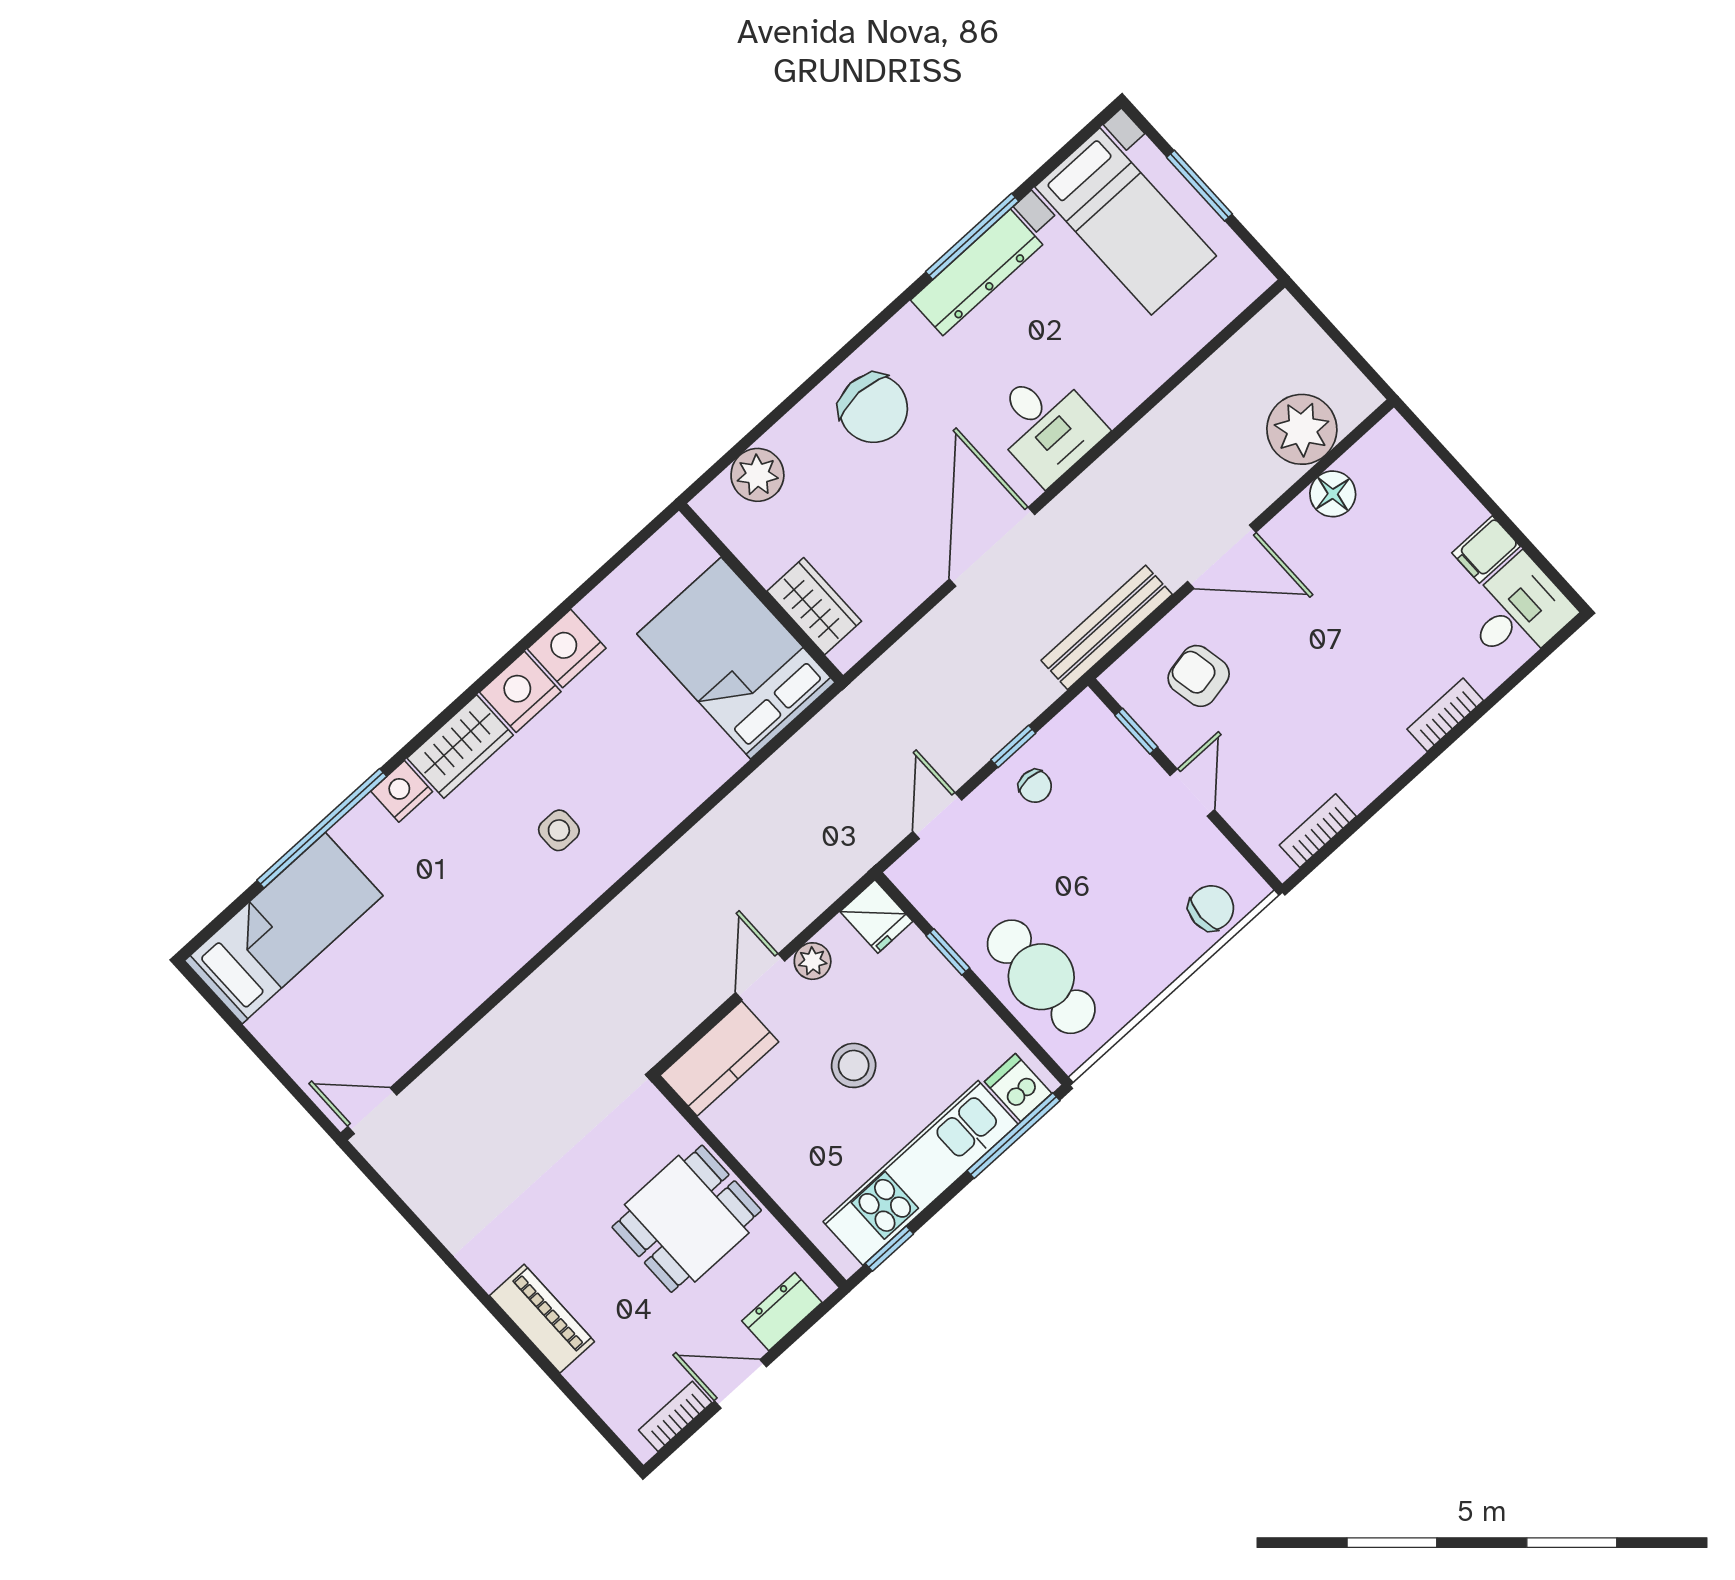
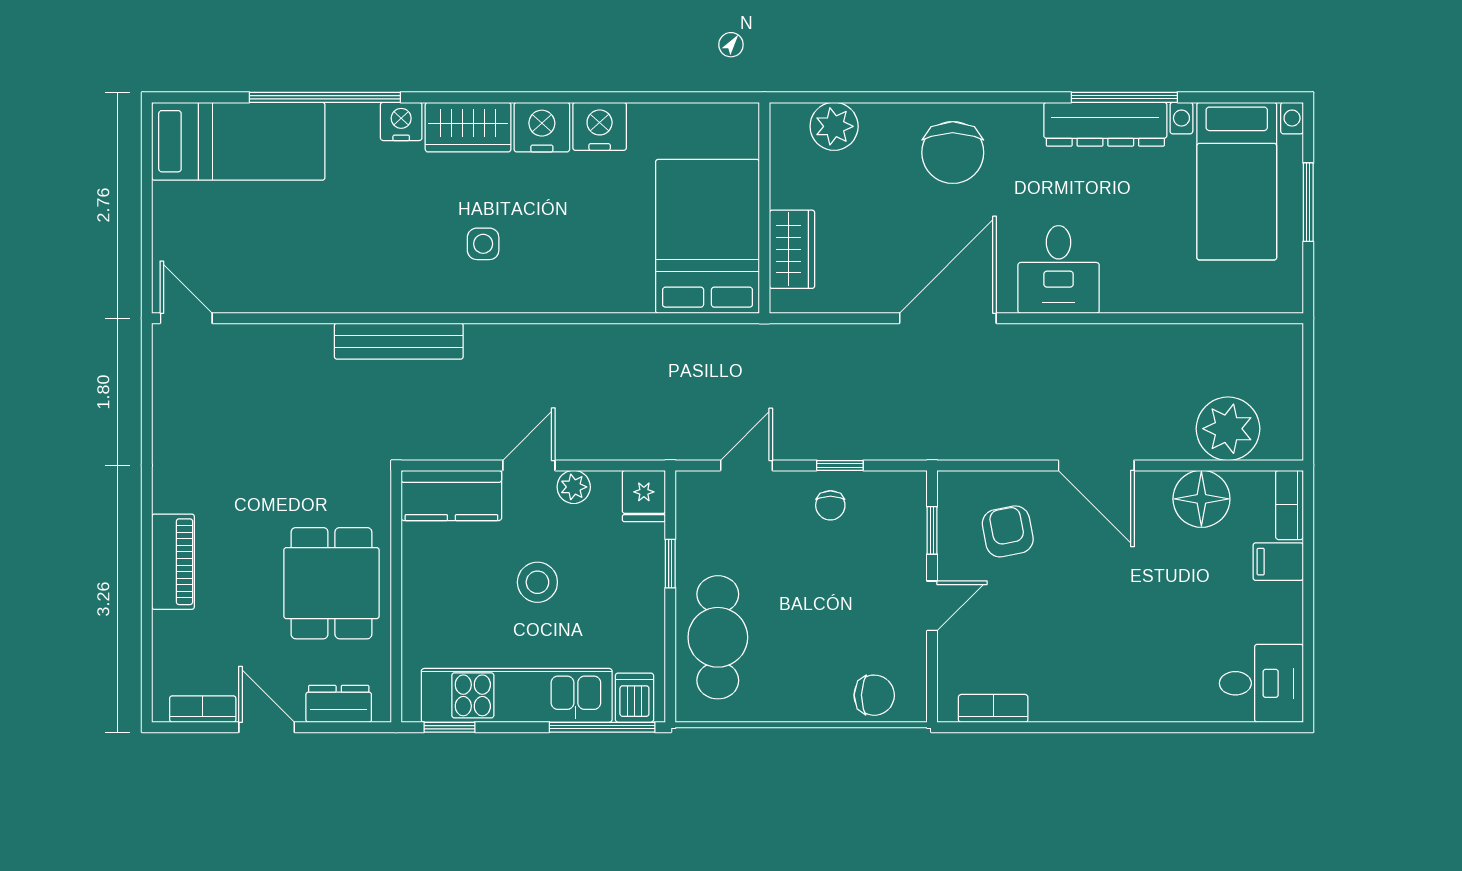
floor lamp: (1333, 494) -> (1201, 499), width x1.38, depth x1.38
filing cabinet: (1486, 550) -> (1278, 562), moved
bench: (1107, 627) -> (399, 341), moved
bookcase: (1445, 715) -> (1290, 505), moved, turned -90
dining table: (687, 1219) -> (331, 583), turned 90

